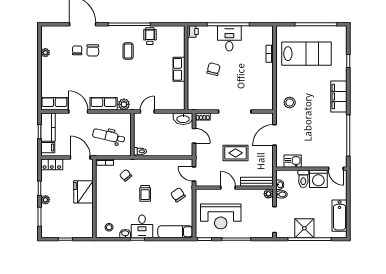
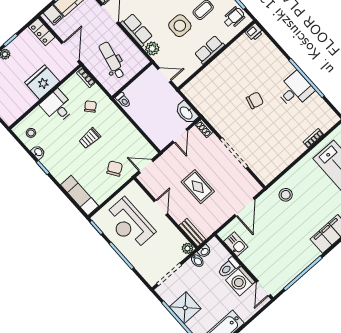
printer: (193, 32) -> (254, 32), moved
wall: (186, 68) -> (216, 55), moved
row of seats: (179, 69) -> (209, 50), moved
side table: (125, 74) -> (180, 26), added
door: (274, 135) -> (245, 207), swing flipped
door: (194, 174) -> (146, 166), hinge flipped
bench: (257, 182) -> (192, 232), width x0.73
desk: (142, 226) -> (57, 106), moved, turned 90

